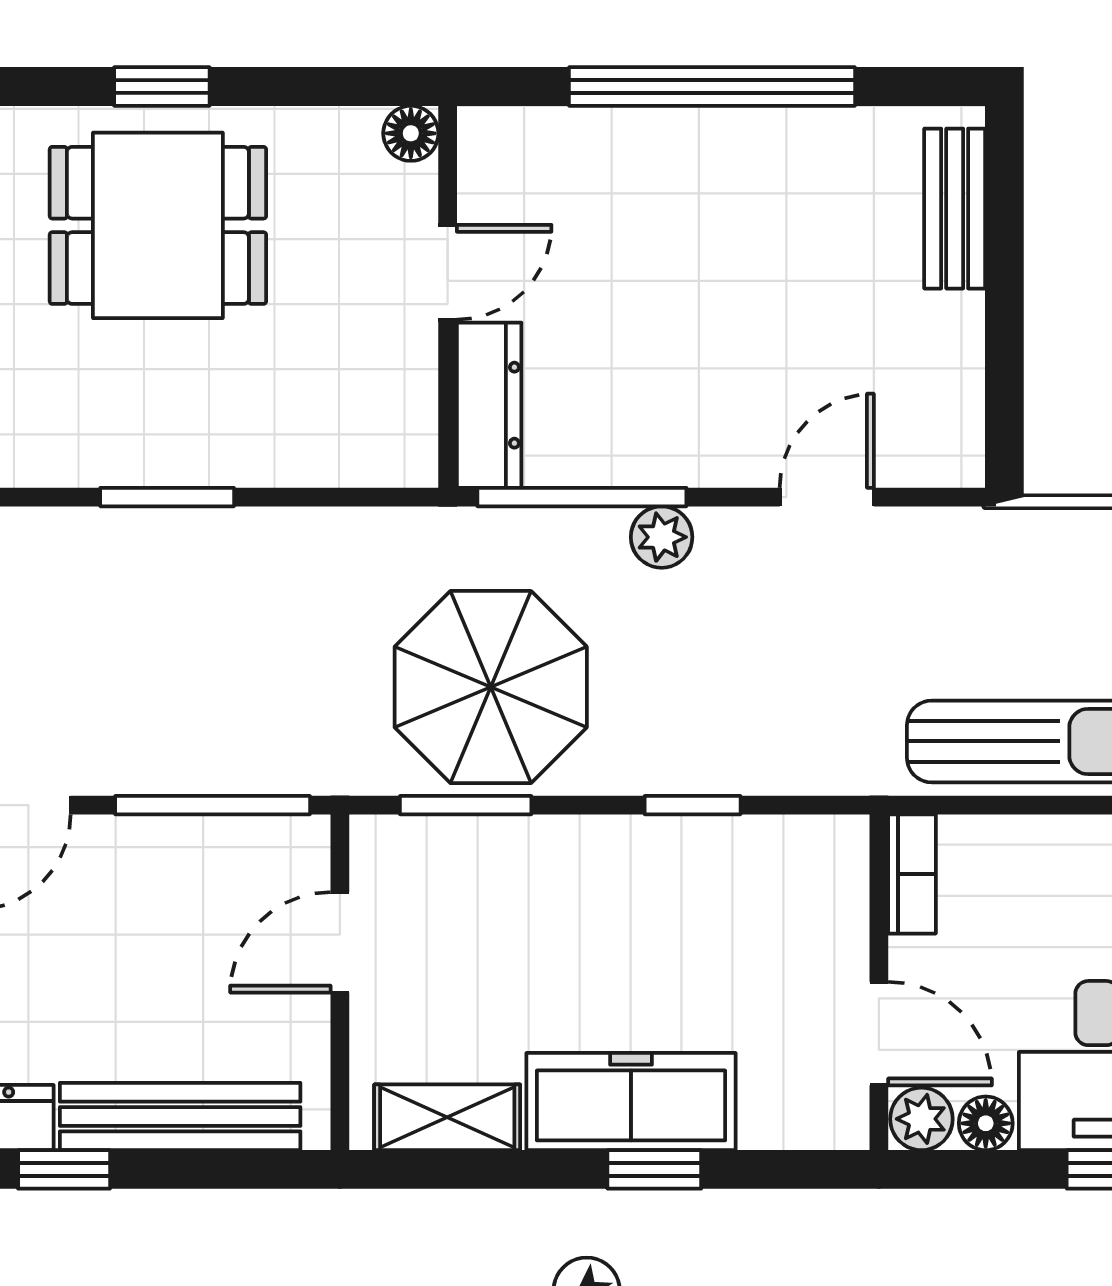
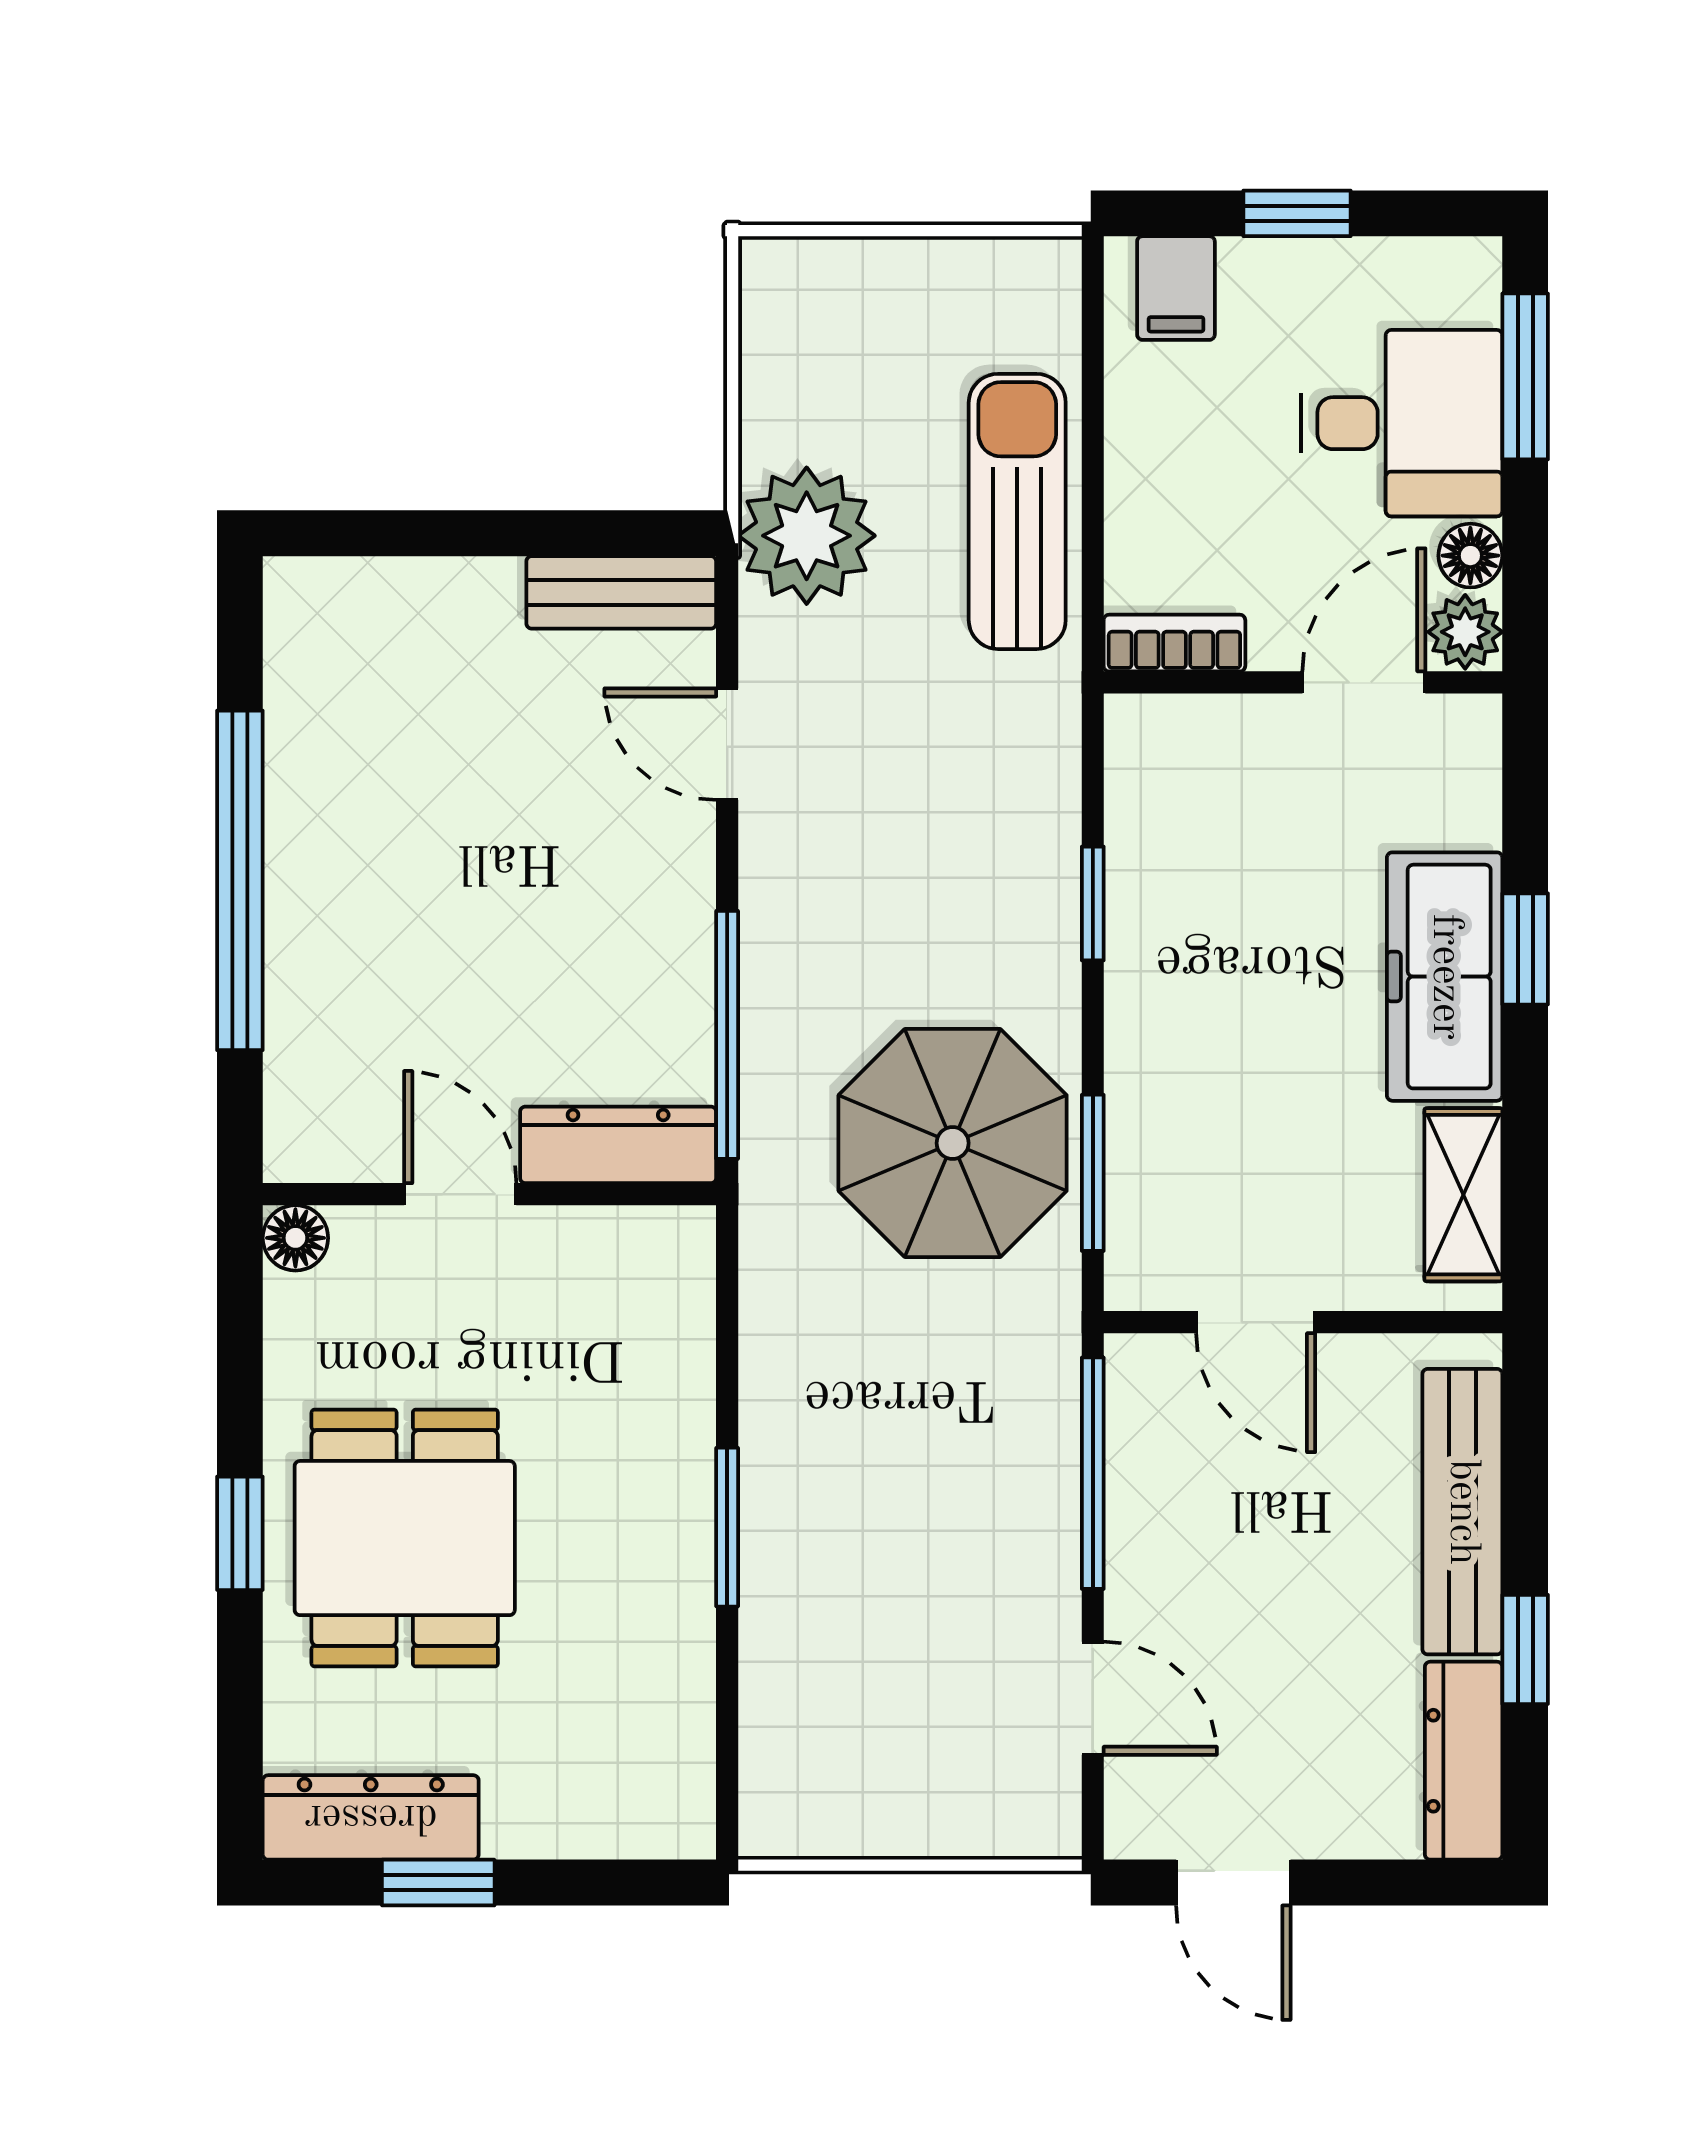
bench: (955, 209) -> (621, 592), moved
plant: (662, 537) -> (807, 536), moved, width x1.88, depth x1.88

